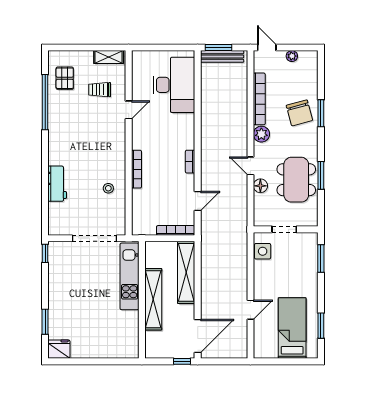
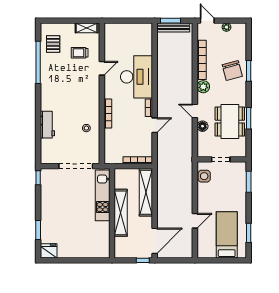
desk: (174, 85) -> (136, 77), moved
door: (198, 201) -> (155, 125), moved

